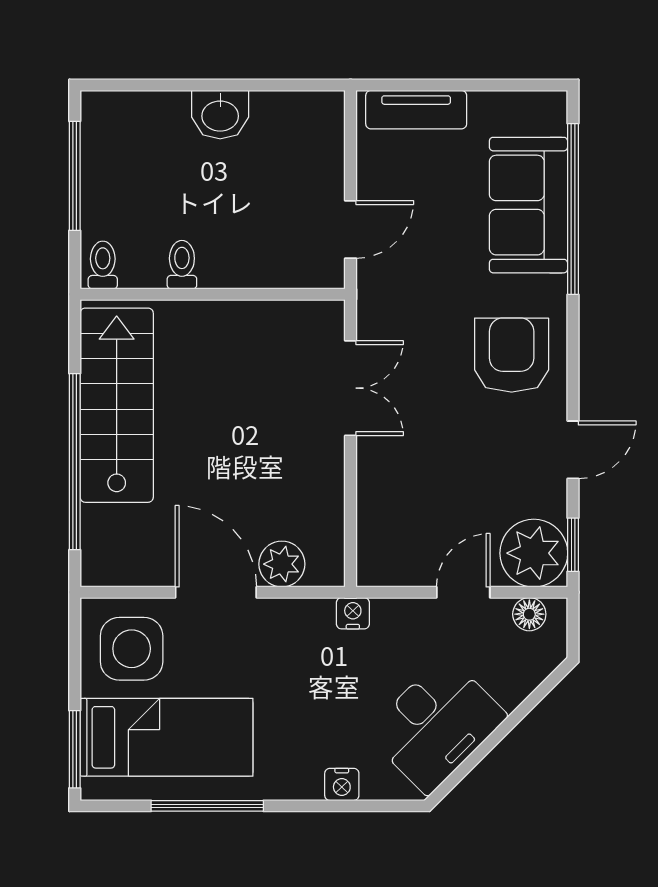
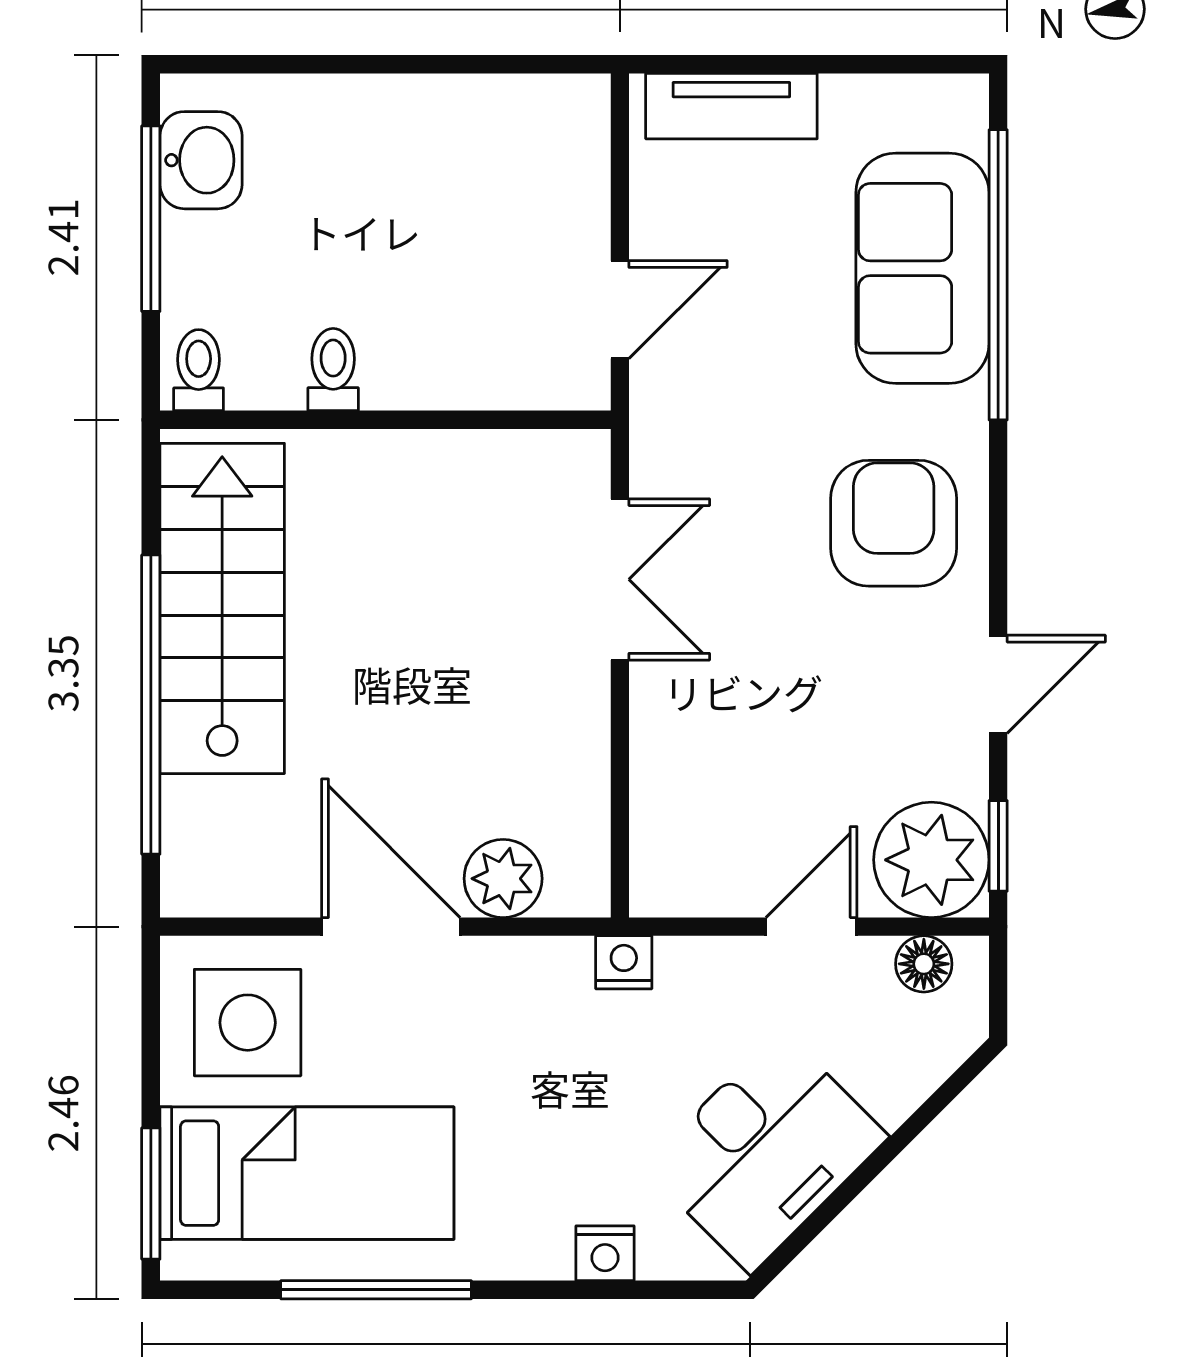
washbasin: (220, 115) -> (201, 160), moved, turned -90

